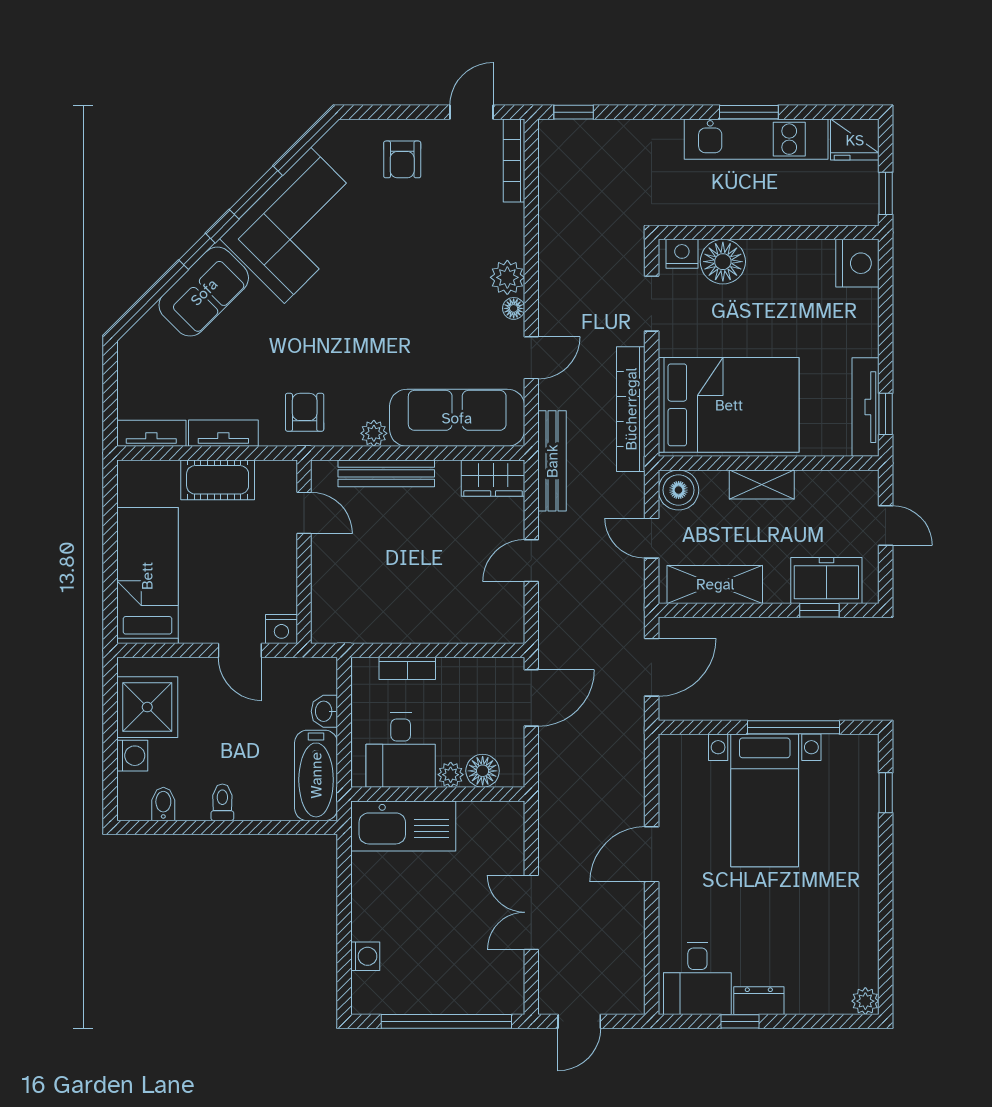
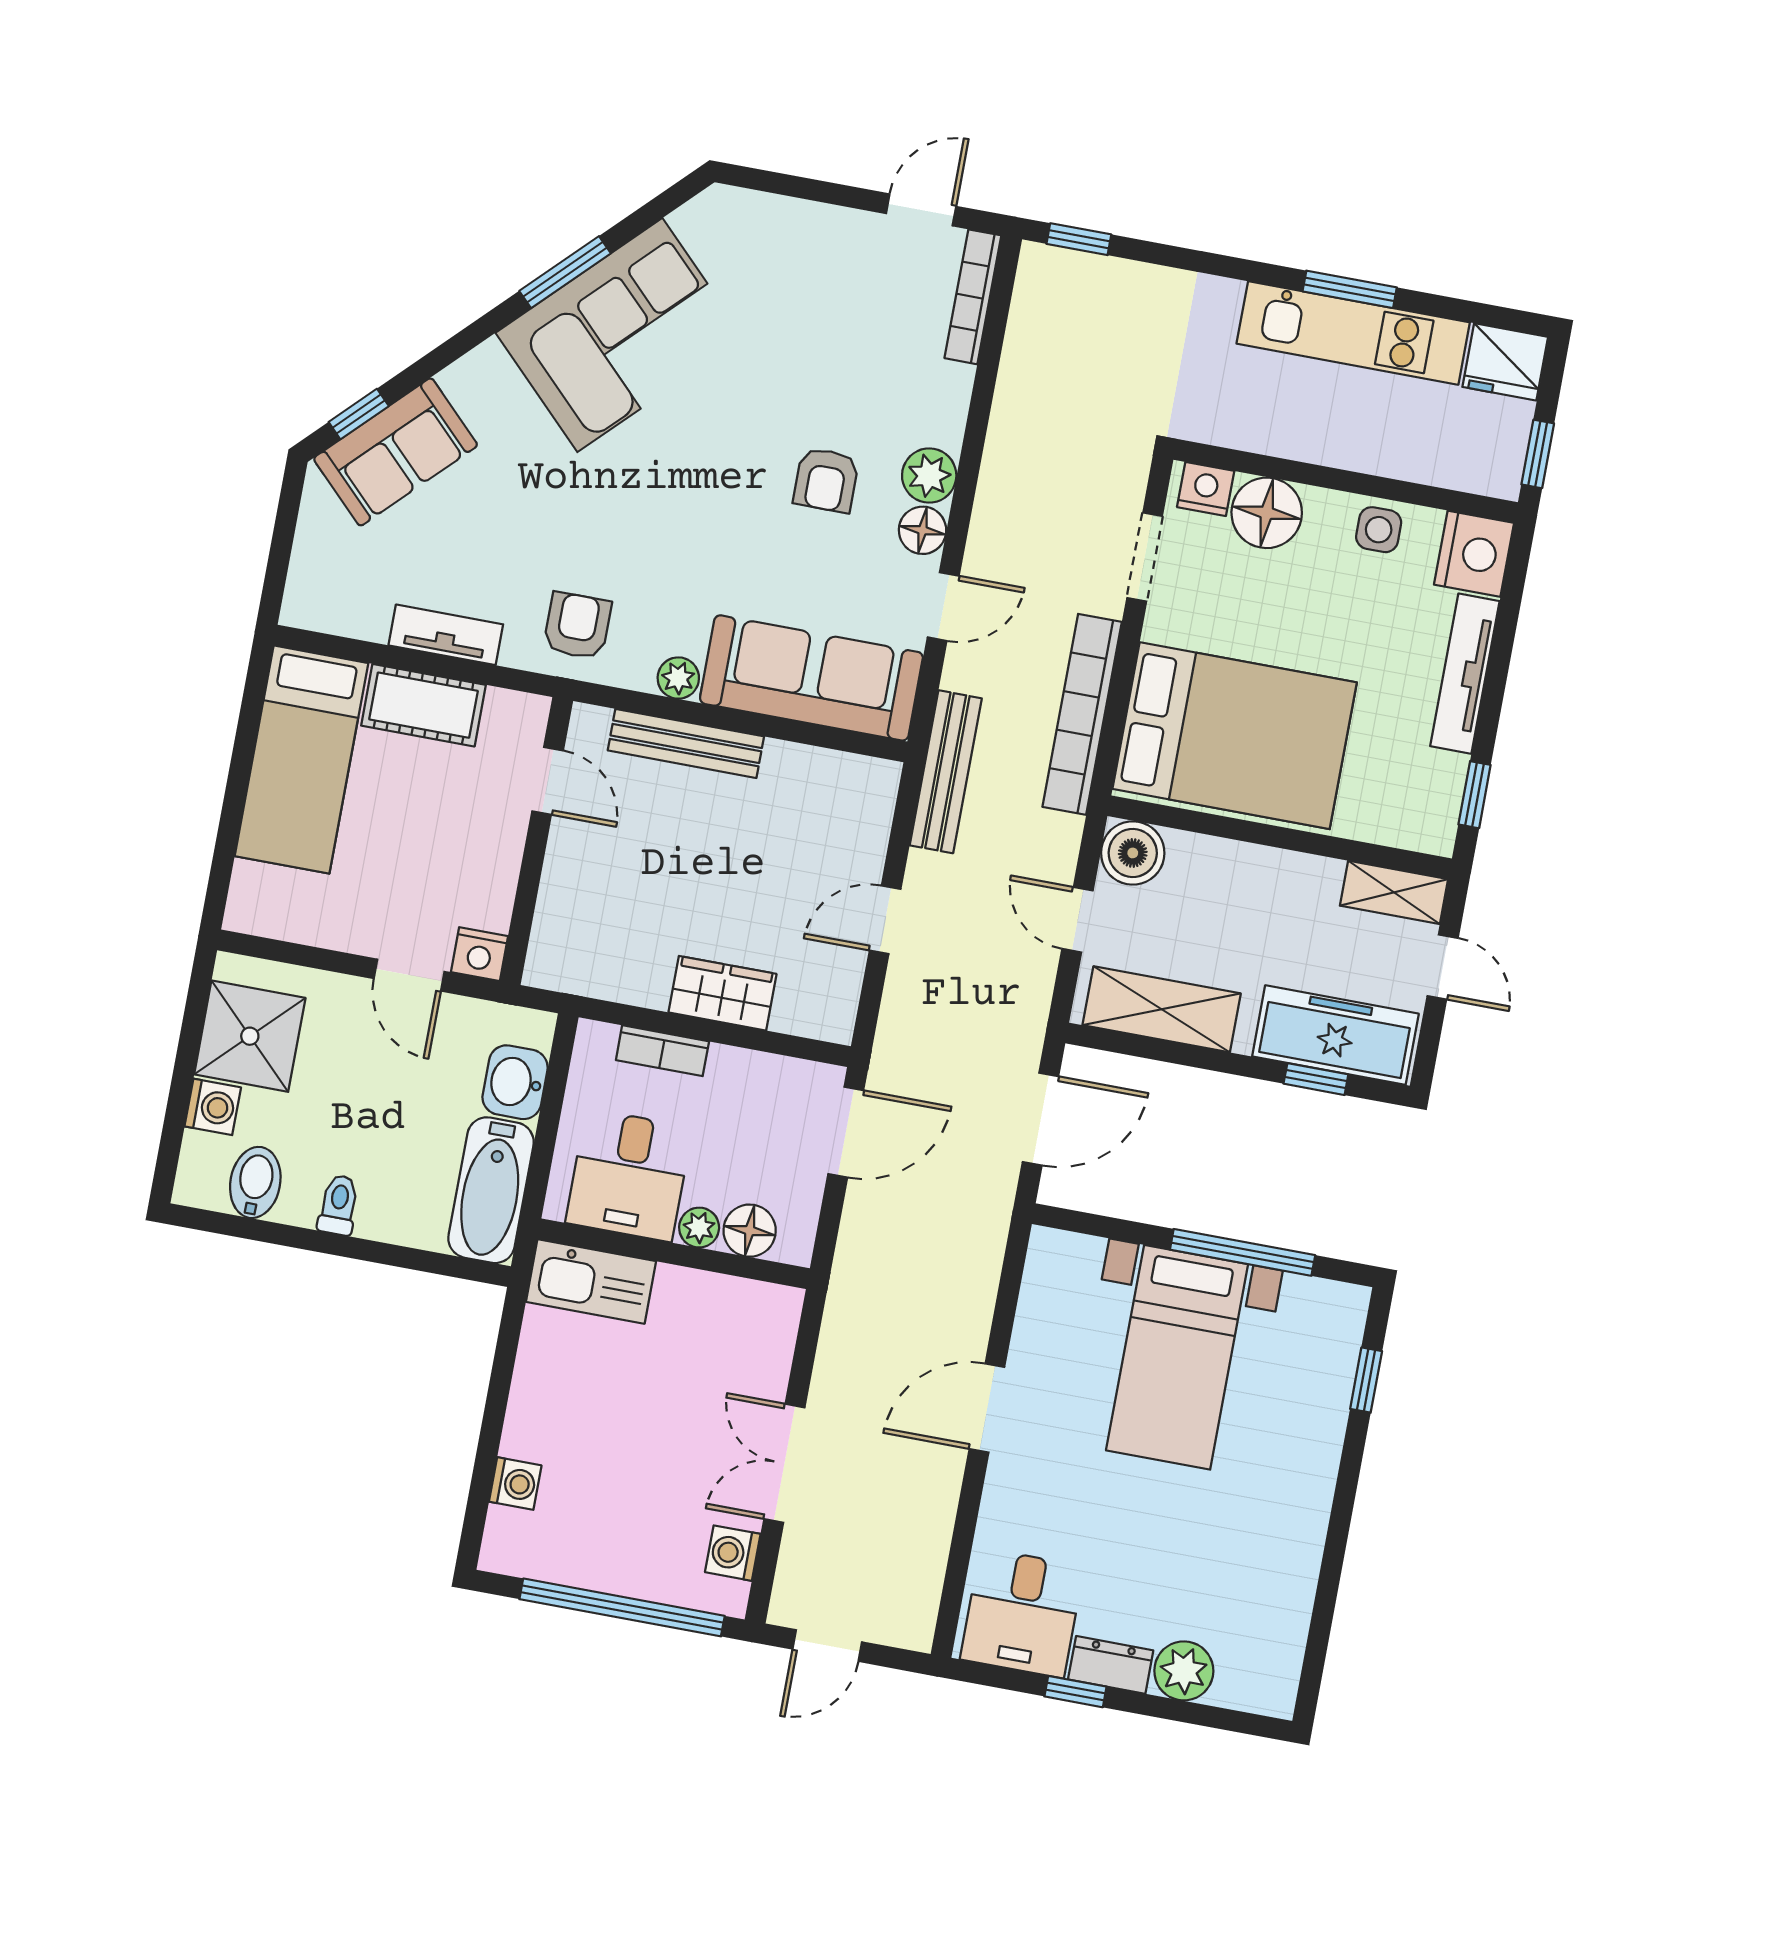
armchair: (402, 159) -> (826, 480), moved
window: (197, 251) -> (359, 414), moved
side table: (795, 259) -> (1379, 530), added
sofa: (204, 292) -> (396, 452), moved
floor lamp: (514, 308) -> (923, 530), width x1.37, depth x1.37
tv unit: (866, 407) -> (1465, 674), moved
tv unit: (151, 433) -> (335, 614), removed
wardrobe: (493, 478) -> (722, 993), moved, turned 180
shelving: (762, 484) -> (1394, 892), moved
bed: (147, 576) -> (301, 760), moved, turned 180
freezer: (826, 580) -> (1335, 1035), width x1.40
washbasin: (324, 711) -> (515, 1082), width x1.38, depth x1.45
bidet: (163, 804) -> (255, 1182), width x1.38, depth x1.36
kitchen sink: (403, 826) -> (591, 1282), width x0.73, depth x0.81
washing machine: (509, 975) -> (733, 1553), added
plant: (865, 1001) -> (1184, 1671), moved, width x1.38, depth x1.38

